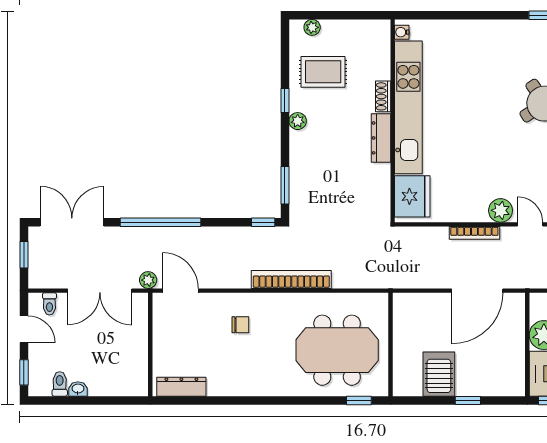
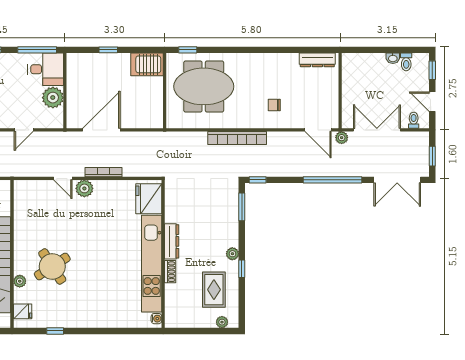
rug: (323, 72) -> (214, 290), turned 90
server rack: (439, 374) -> (147, 64), moved, turned 90

